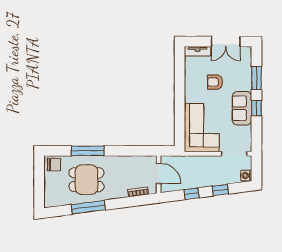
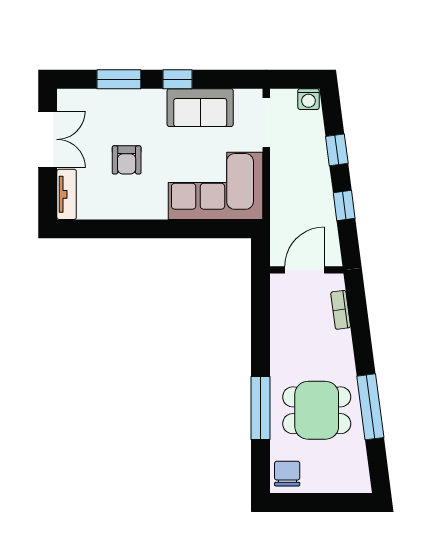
sofa: (242, 108) -> (200, 108), moved
dining table: (87, 180) -> (317, 410), turned 90

